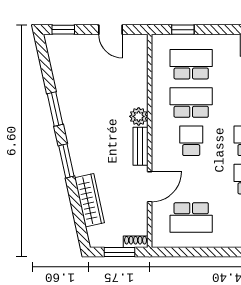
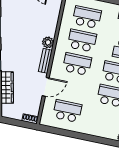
school desk: (191, 141) -> (77, 64), width x1.85
school desk: (191, 217) -> (67, 111), turned 180
window: (120, 252) -> (19, 123), removed

